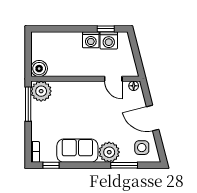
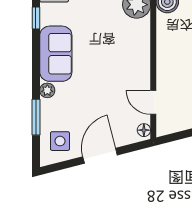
door: (113, 79) -> (153, 102), hinge flipped
plant: (109, 152) -> (47, 90), width x0.53, depth x0.53

